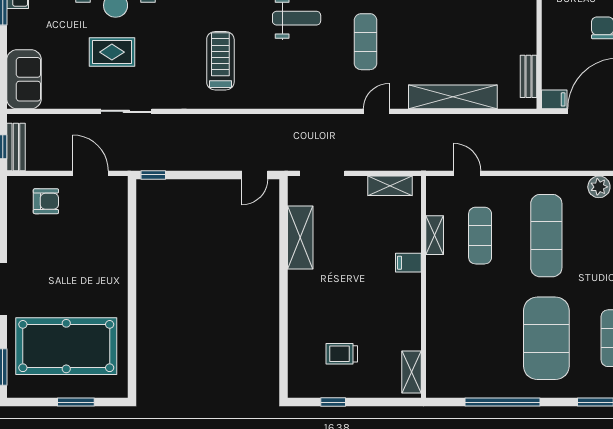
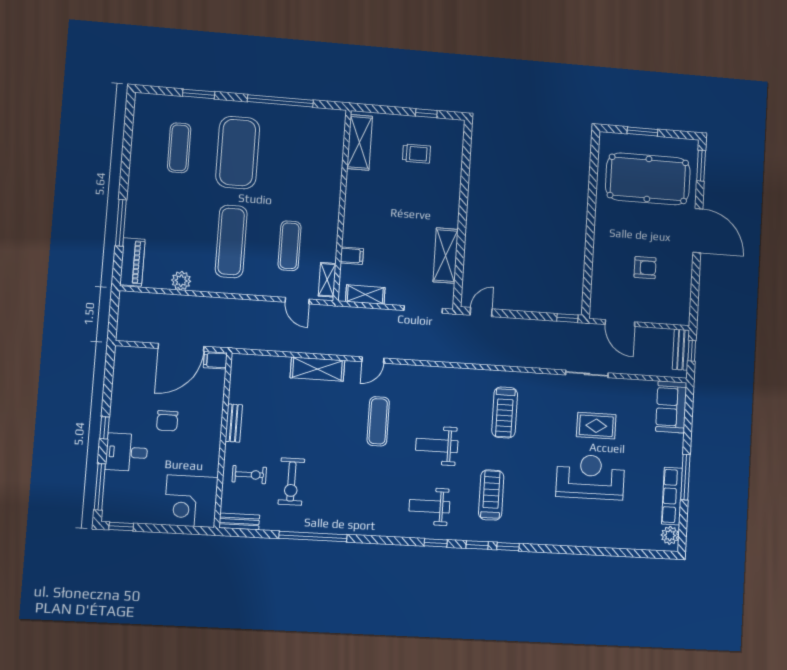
bench: (528, 76) -> (234, 423), moved
shelving: (453, 97) -> (317, 369), width x0.68
armchair: (46, 201) -> (645, 268), moved, turned 180
shelving: (435, 235) -> (327, 280), moved
filing cabinet: (408, 263) -> (352, 256), moved
shelving: (411, 372) -> (360, 142), width x1.50, depth x1.33

